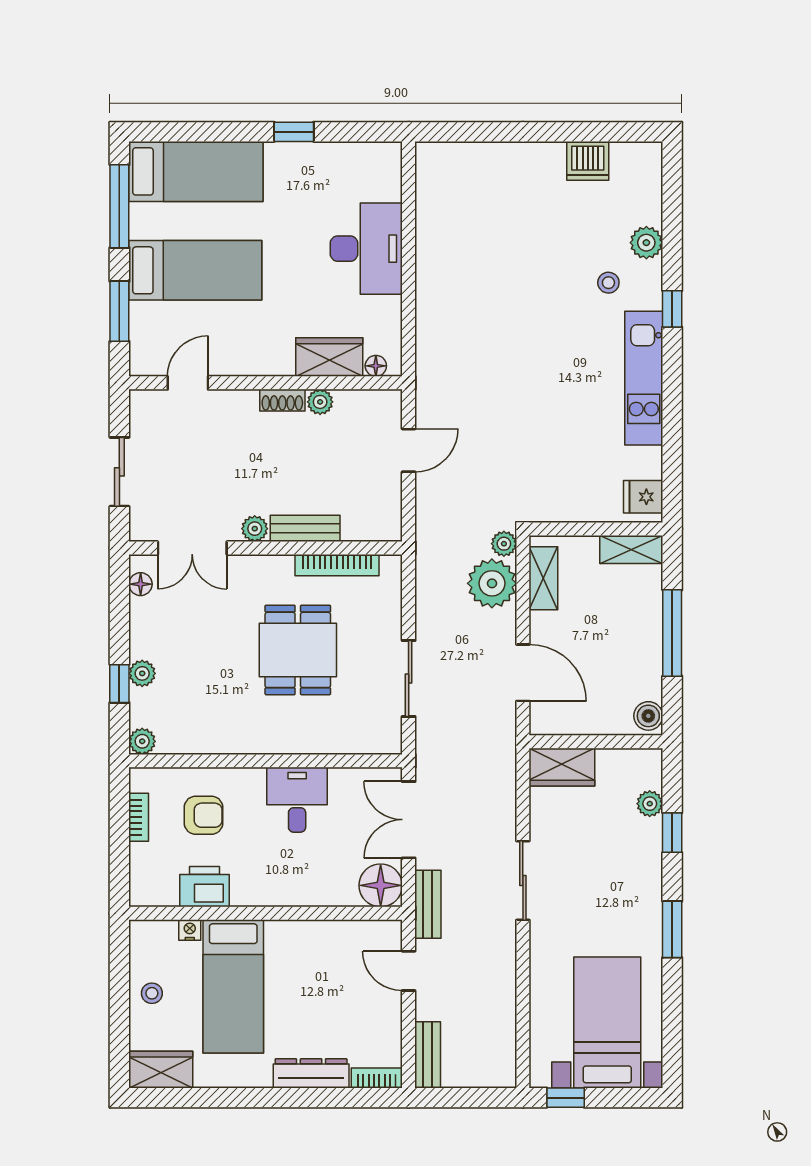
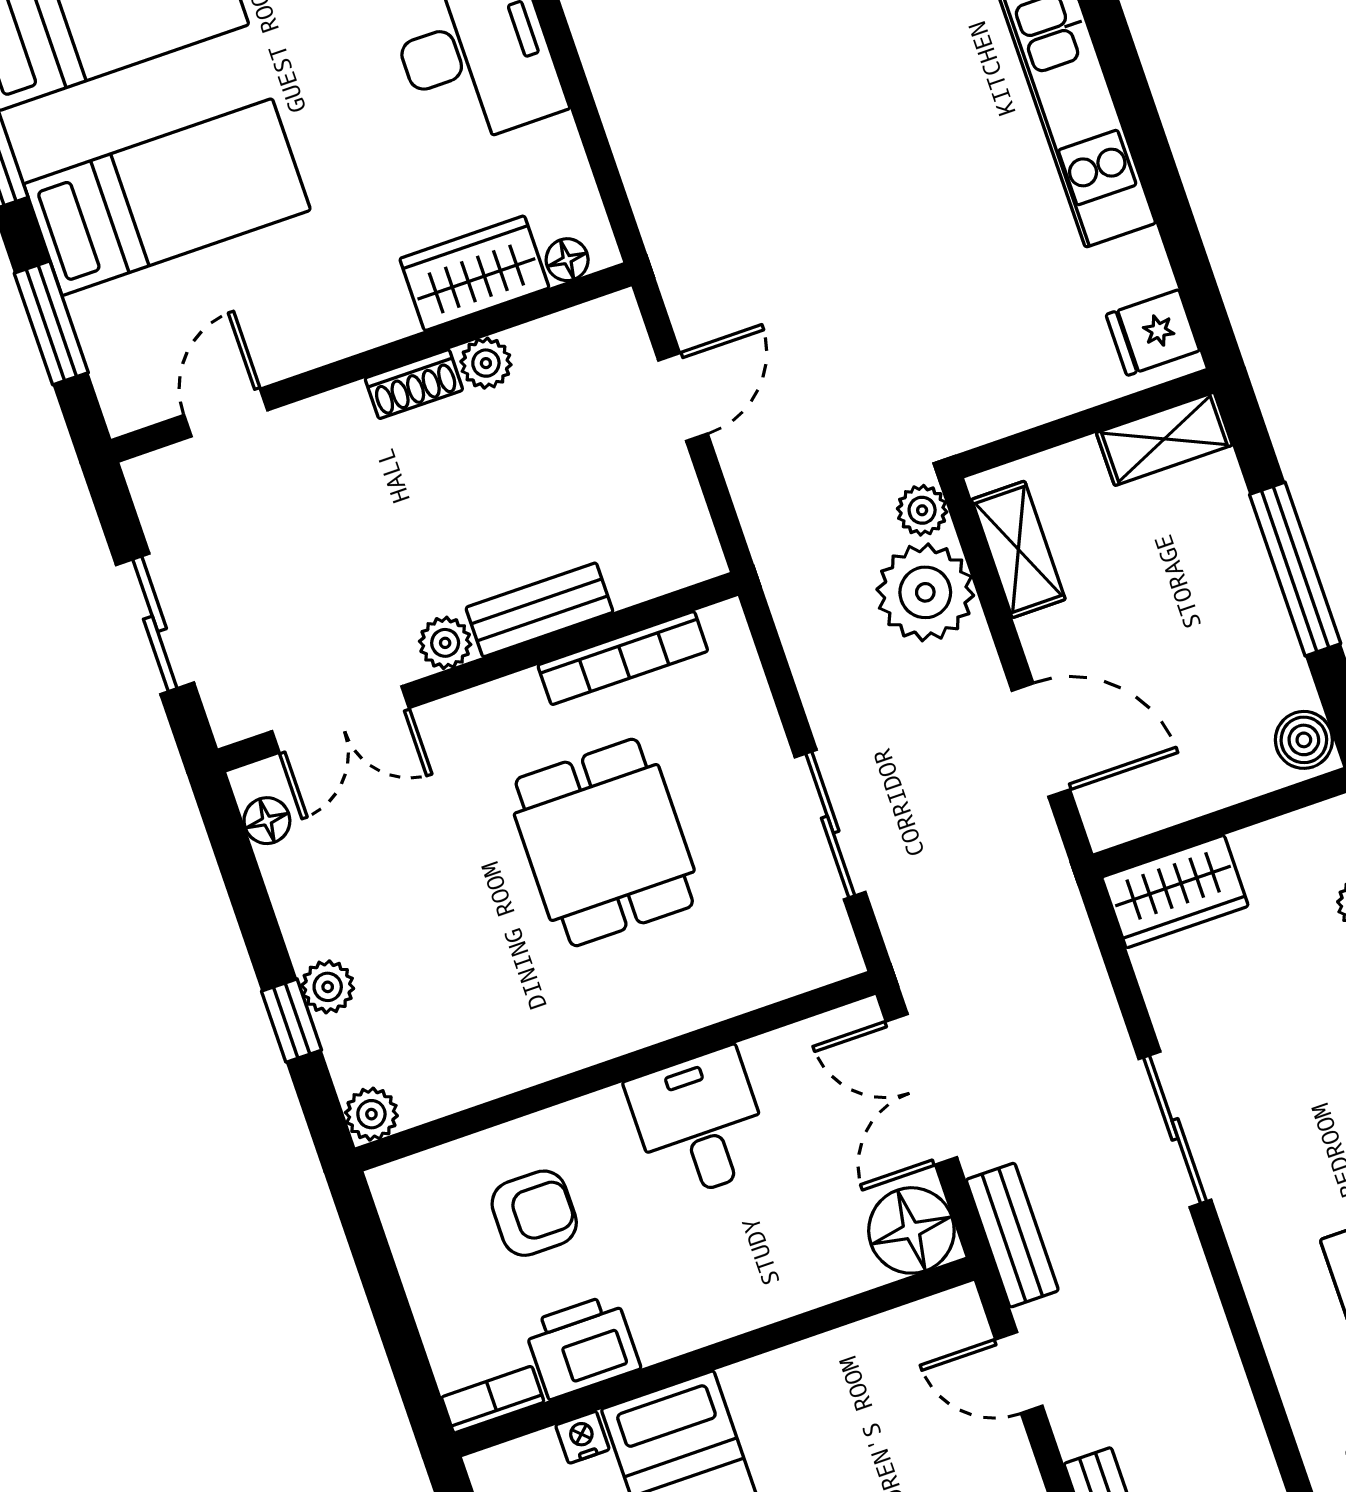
bookcase: (139, 817) -> (493, 1400), moved, turned -90

